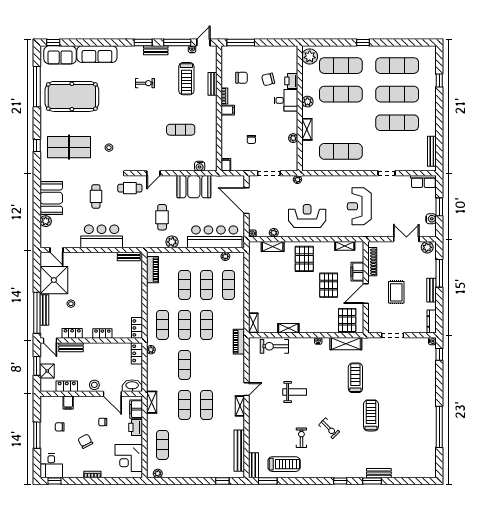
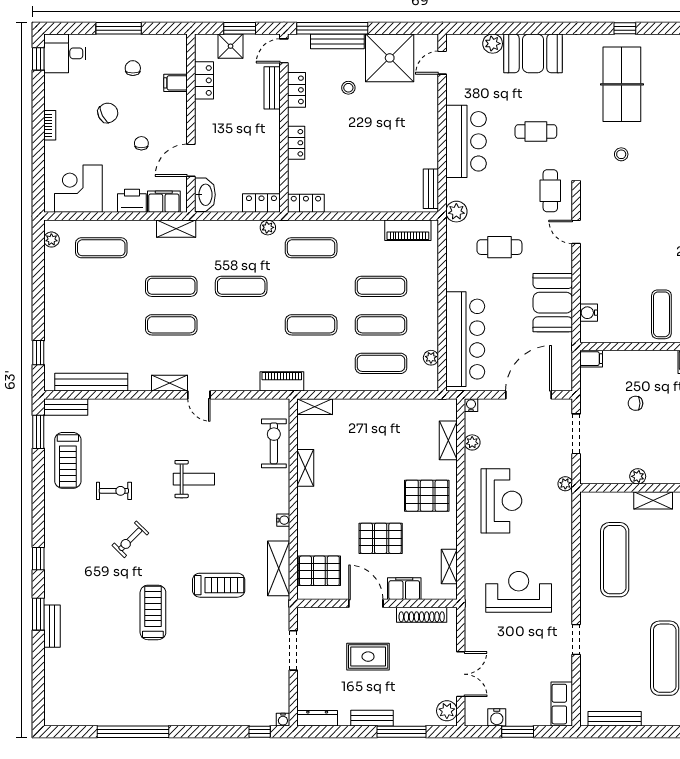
exercise mat: (181, 130) -> (661, 314), moved
plant: (172, 242) -> (456, 212), moved
exercise mat: (184, 325) -> (311, 286), removed
stool: (94, 385) -> (206, 129), removed
weight bench: (295, 392) -> (194, 479), turned -90
treadmill: (371, 415) -> (153, 612), turned -90

